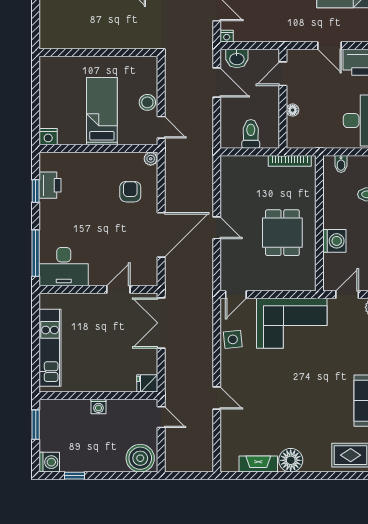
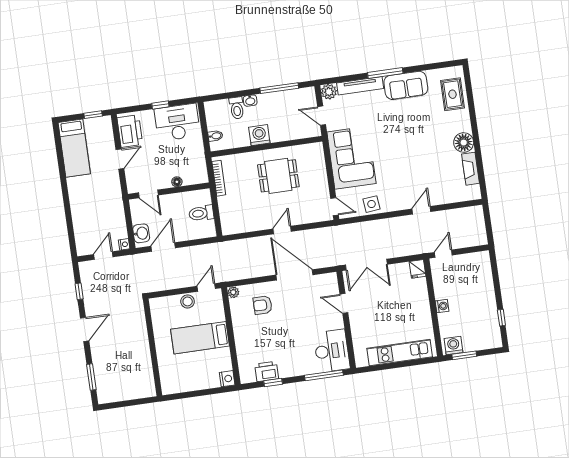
washing machine: (334, 241) -> (259, 135), moved
boiler: (140, 458) -> (479, 266), removed
washing machine: (49, 462) -> (453, 346), moved

